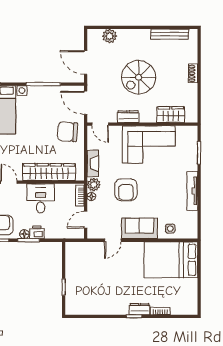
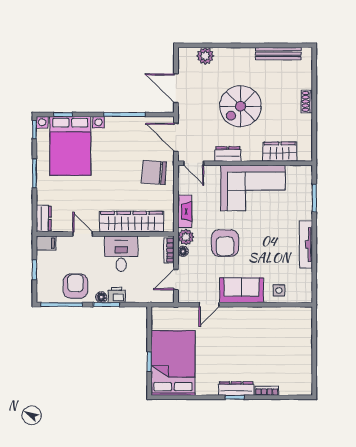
bed: (171, 260) -> (173, 363), moved, turned 90
dresser: (139, 309) -> (236, 389), width x1.44

